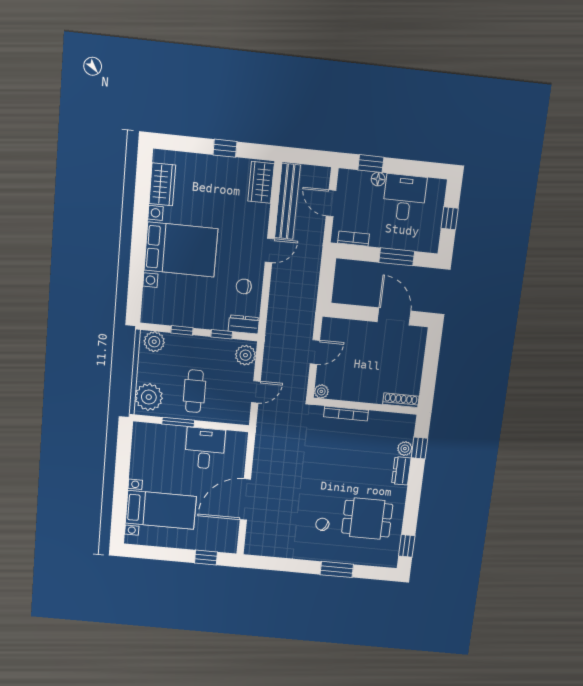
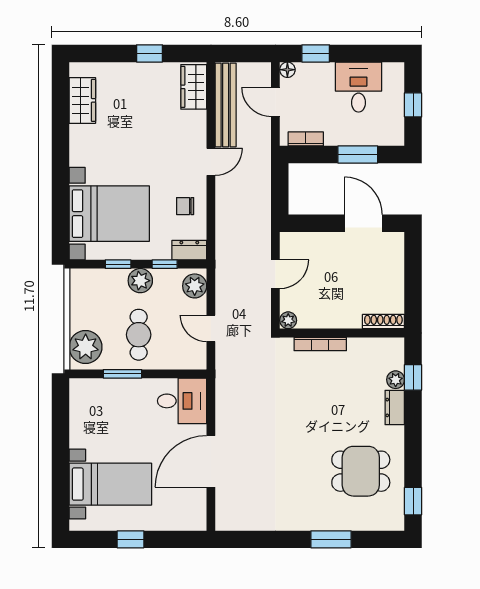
floor lamp: (378, 179) -> (287, 70), moved
bed with nightstands: (181, 250) -> (109, 214), moved
plant: (154, 342) -> (140, 281), moved
door: (256, 392) -> (211, 328), swing flipped
desk: (205, 448) -> (182, 401), moved, turned 90
chair: (322, 524) -> (307, 483), removed
window: (206, 558) -> (130, 539), moved

